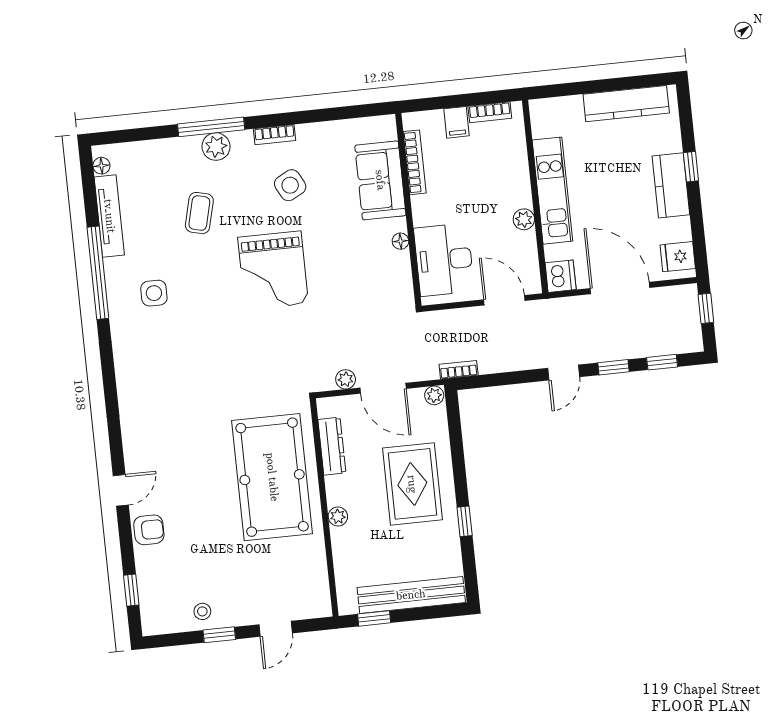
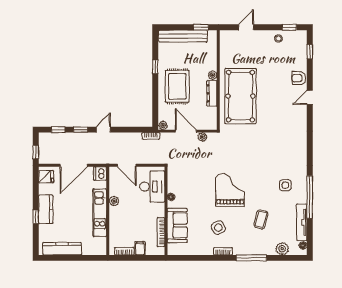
plant: (216, 147) -> (282, 249), moved
door: (620, 288) -> (74, 165), hinge flipped
dresser: (332, 446) -> (212, 93), moved
window: (219, 635) -> (289, 27), moved

